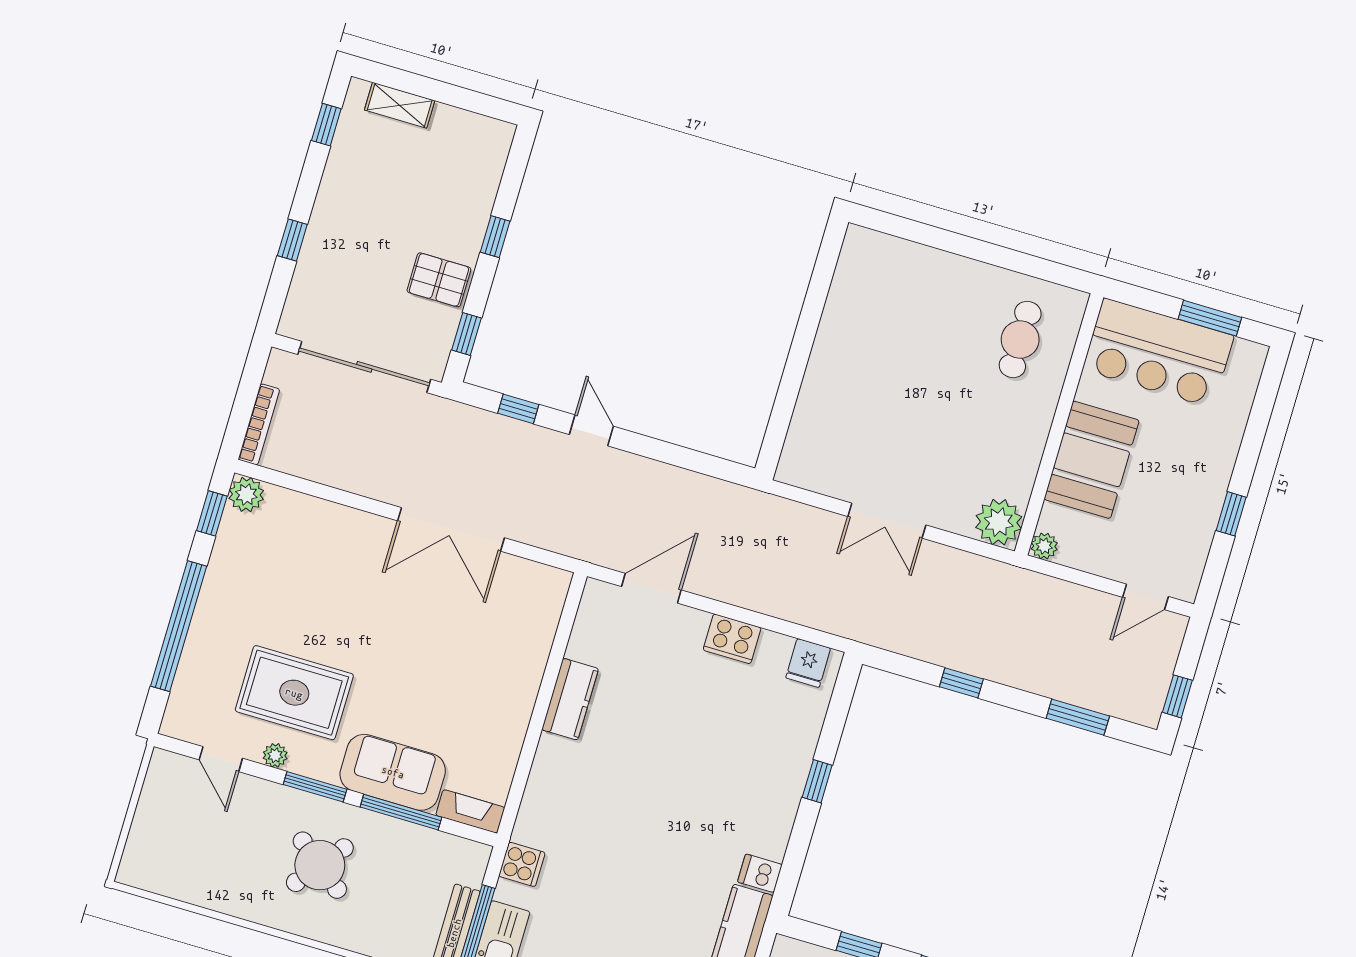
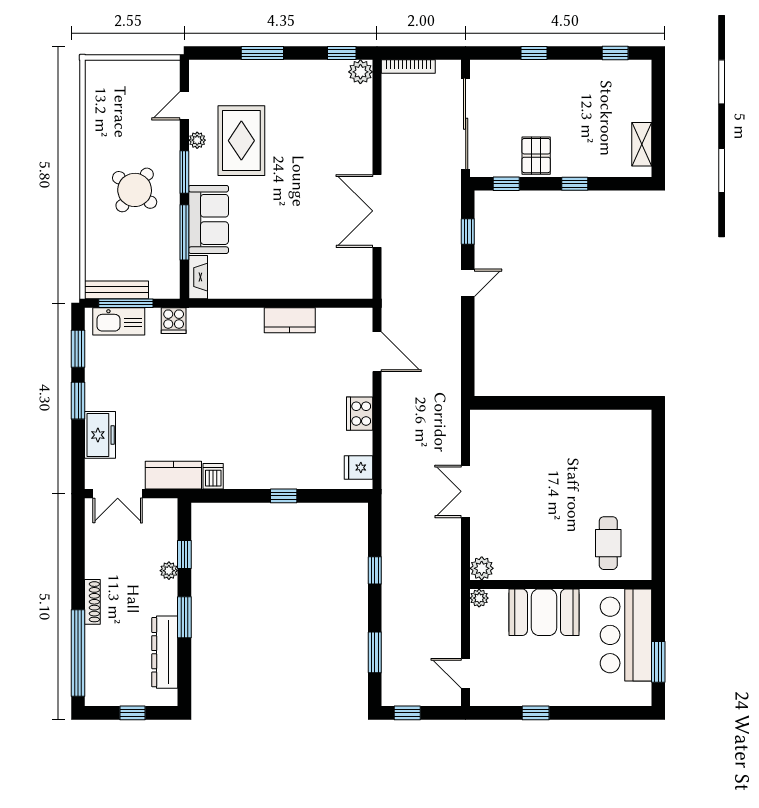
shelving: (400, 105) -> (642, 144), moved
cafe table: (1020, 339) -> (608, 543), turned 90
plant: (999, 522) -> (482, 568), width x0.73, depth x0.73
window: (179, 626) -> (262, 53), width x0.47

